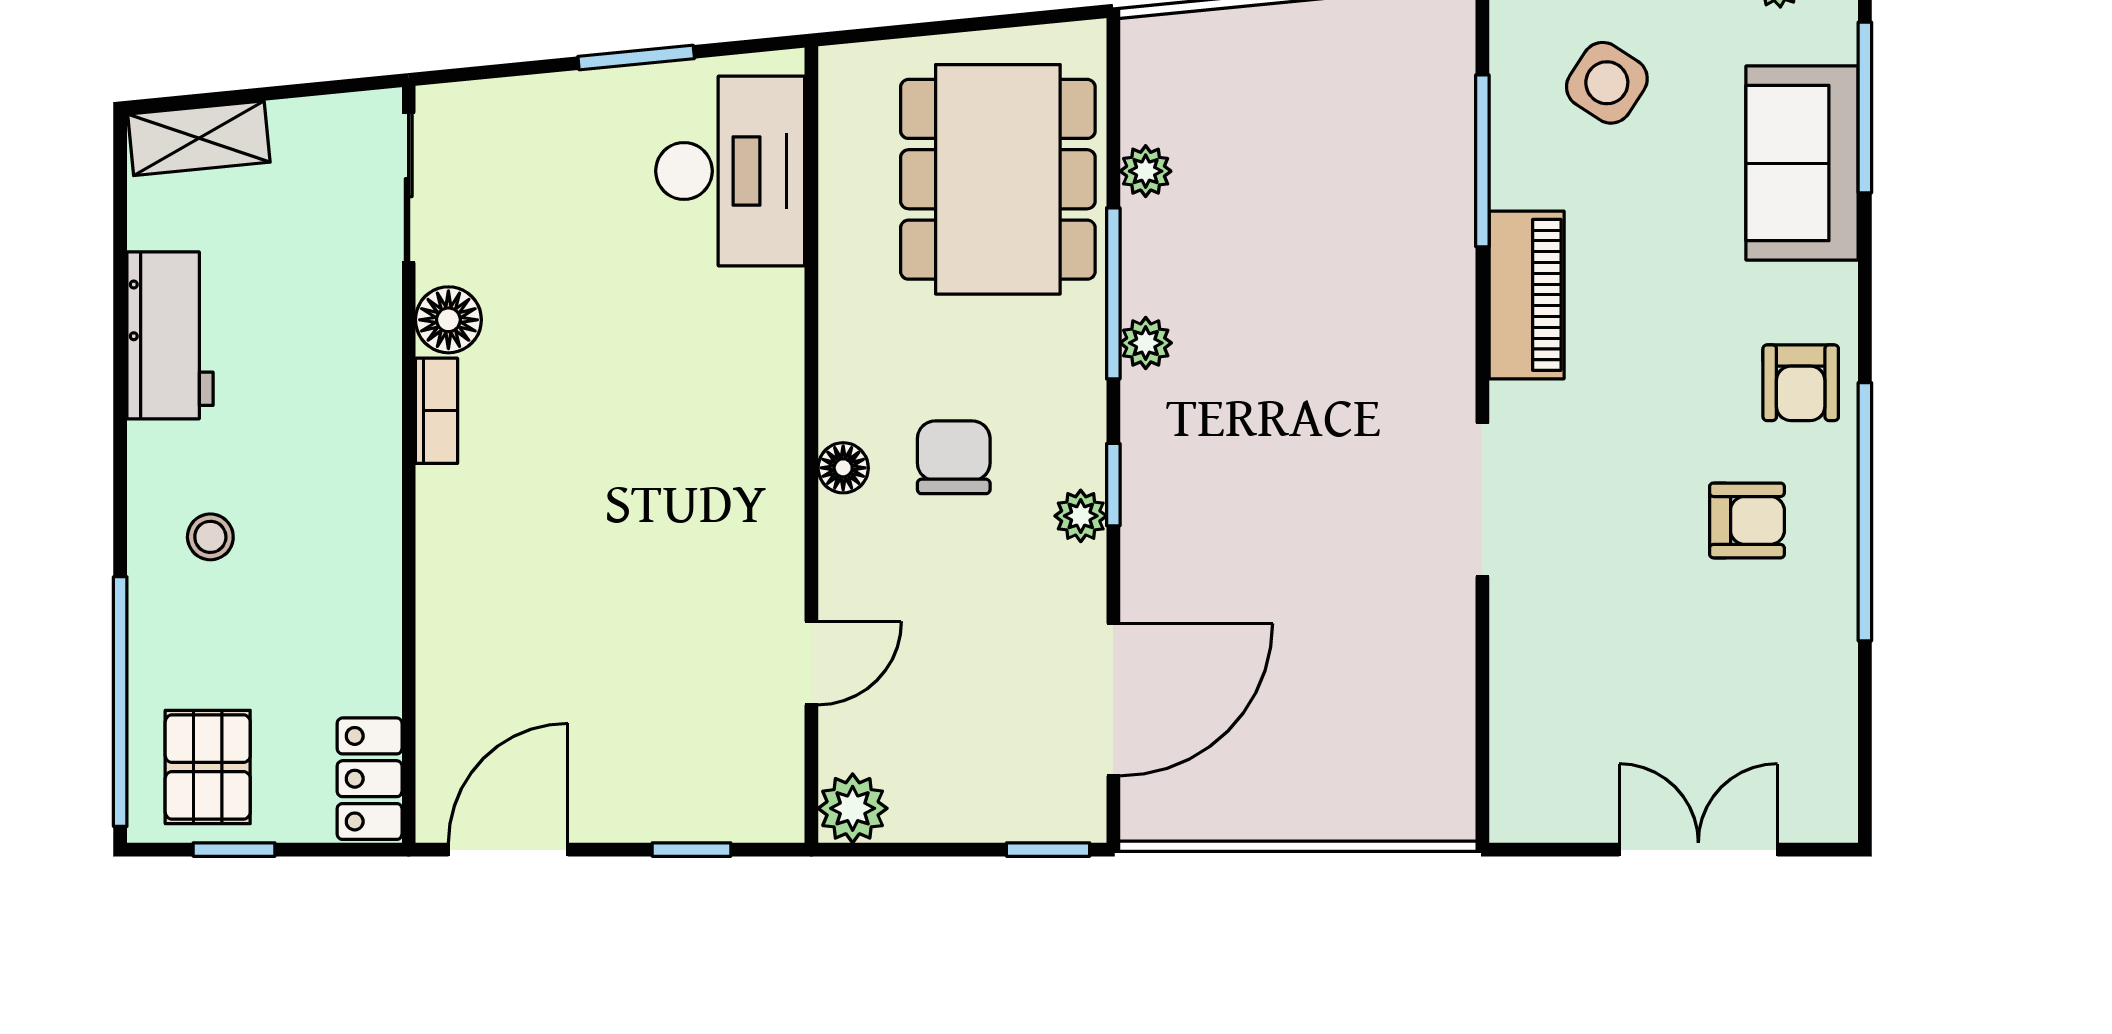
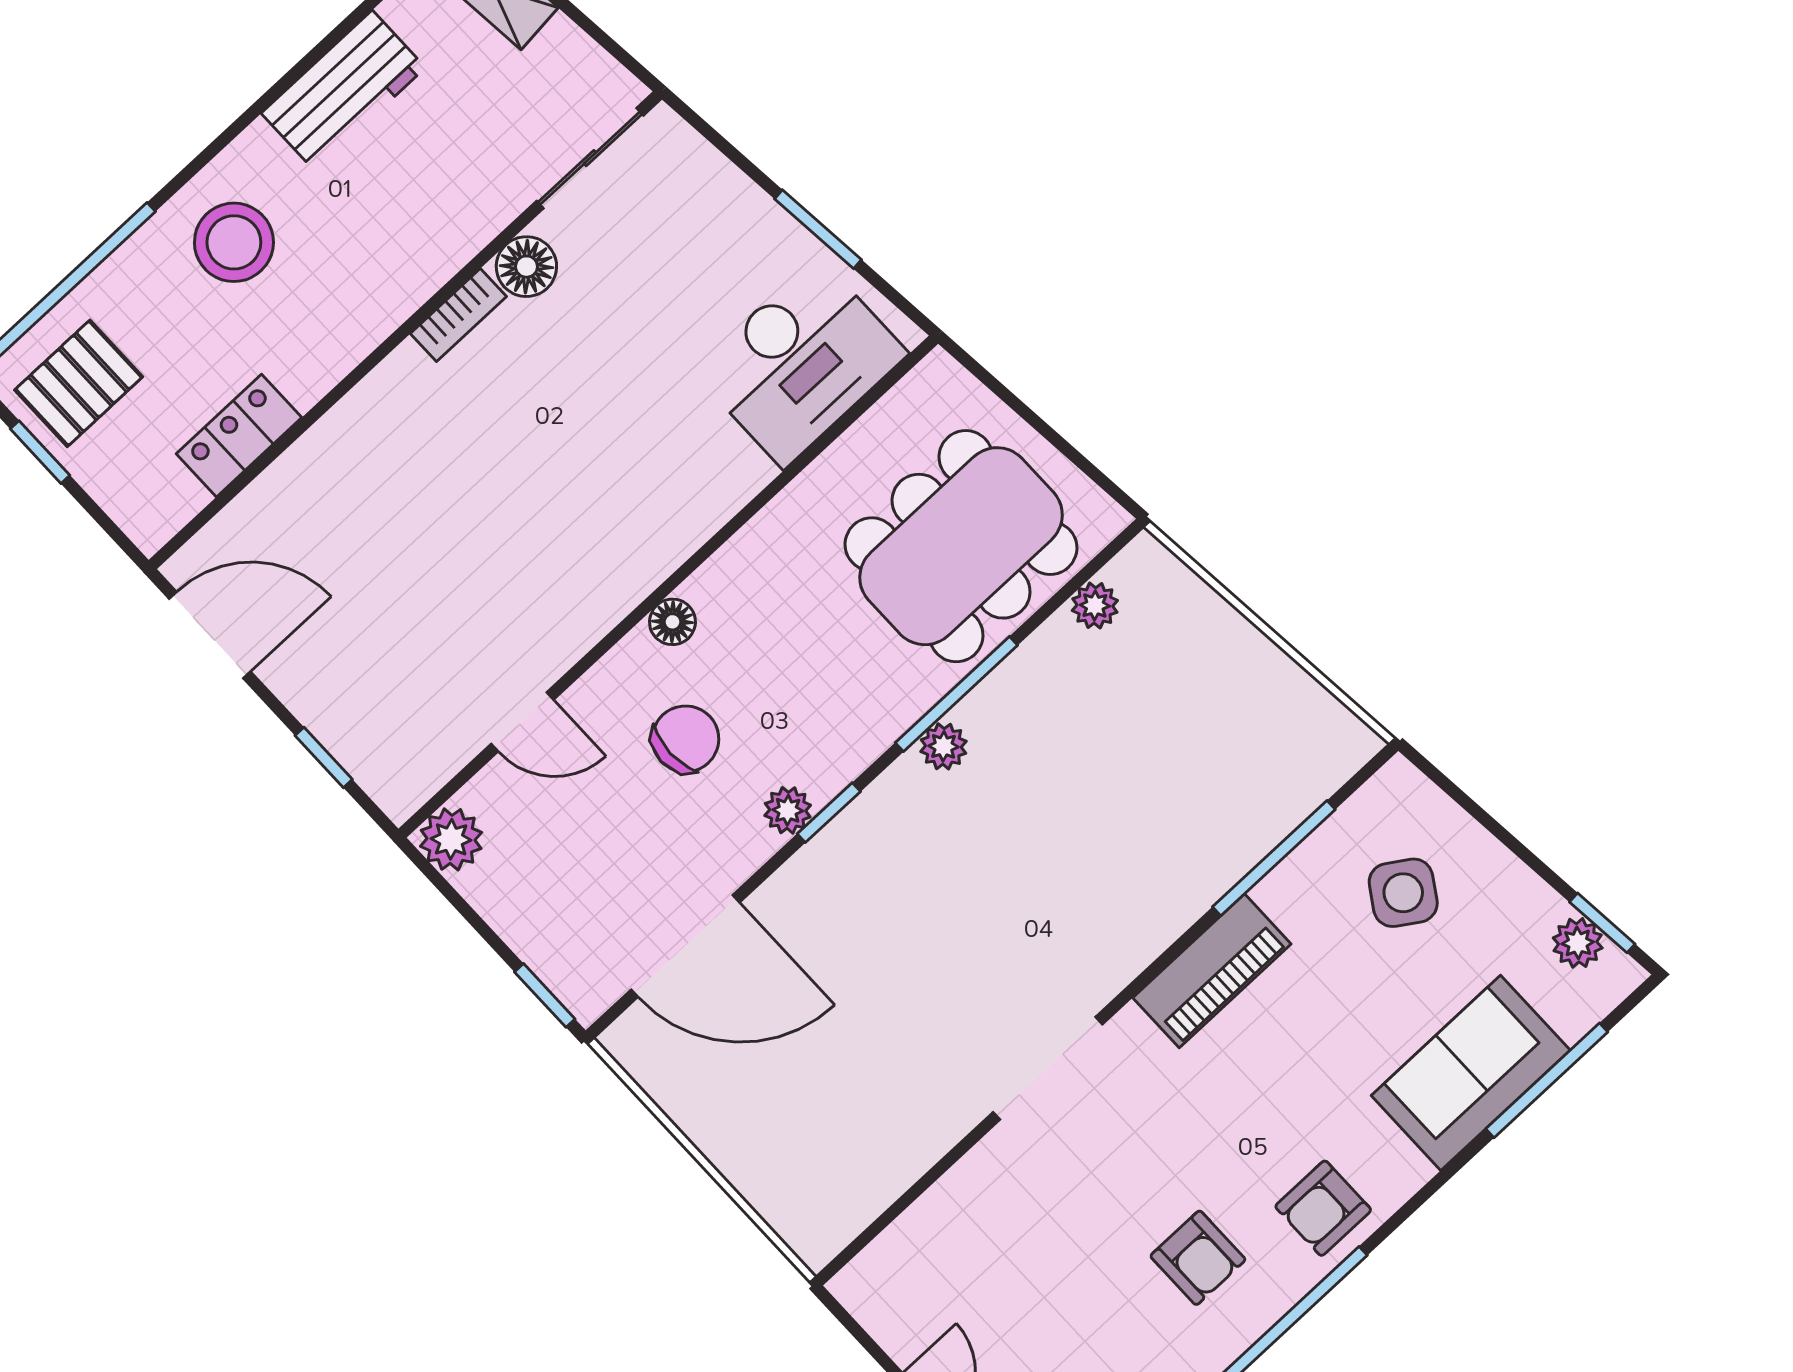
plant: (1146, 171) -> (1095, 605), moved
chair: (954, 457) -> (686, 739), moved
stool: (210, 537) -> (234, 242), width x1.89, depth x1.89
locker: (370, 779) -> (239, 436), moved

